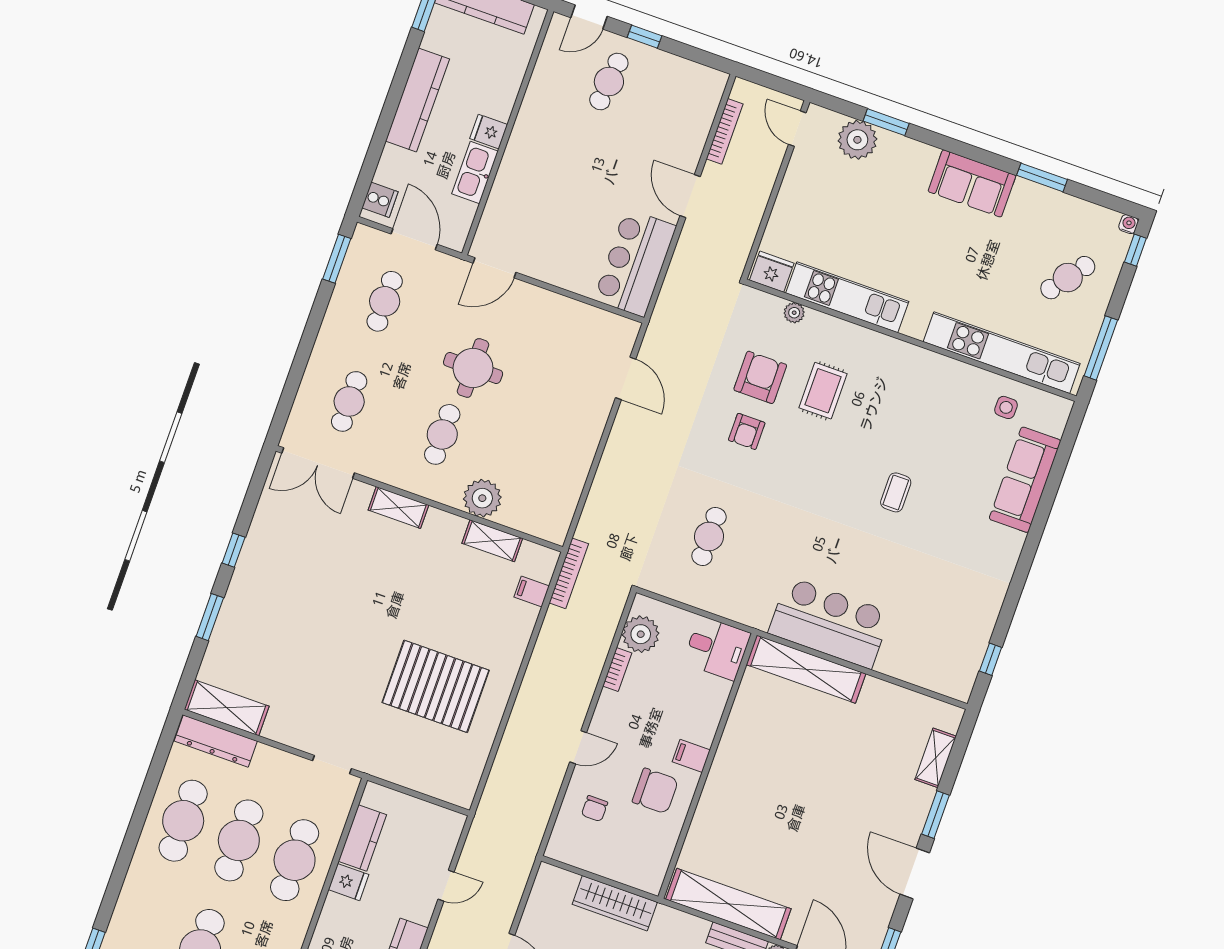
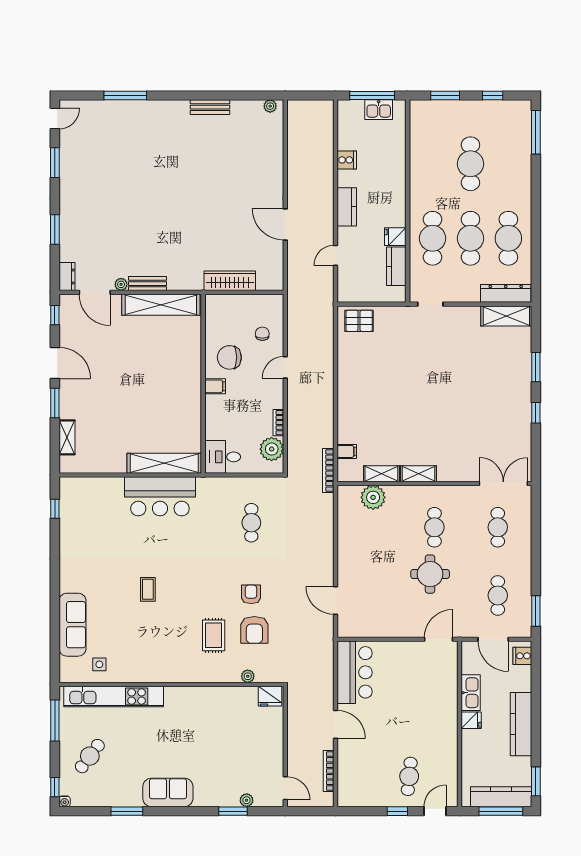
plant: (857, 140) -> (247, 800), width x0.53, depth x0.53
kitchen unit: (847, 297) -> (219, 697), removed
plant: (482, 498) -> (373, 497), moved
shelving: (398, 508) -> (418, 474), moved
pallet: (436, 686) -> (359, 321), moved, width x0.49, depth x0.50

